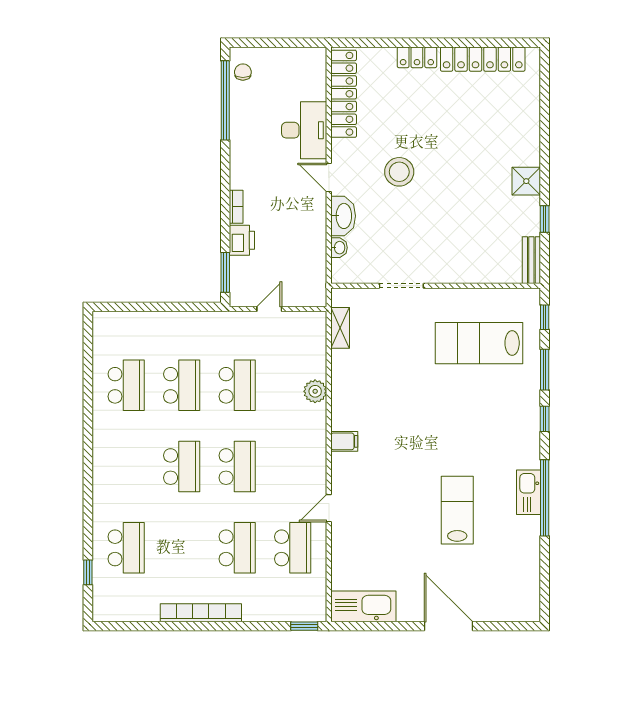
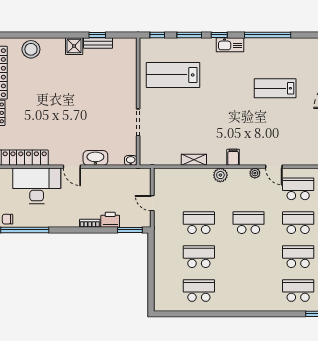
desk: (304, 130) -> (37, 186), width x1.36, depth x1.30
stool: (399, 172) -> (31, 49), moved
door: (329, 177) -> (72, 167), hinge flipped
washbasin: (339, 248) -> (131, 160), moved
bench: (531, 260) -> (98, 43), moved
shelving: (340, 328) -> (194, 160), moved
lab bench: (479, 343) -> (173, 75), turned 90
plant: (315, 391) -> (220, 175), moved
school desk: (182, 467) -> (298, 257), moved
plant: (318, 477) -> (255, 173), added
kitchen sink: (528, 492) -> (230, 45), moved

